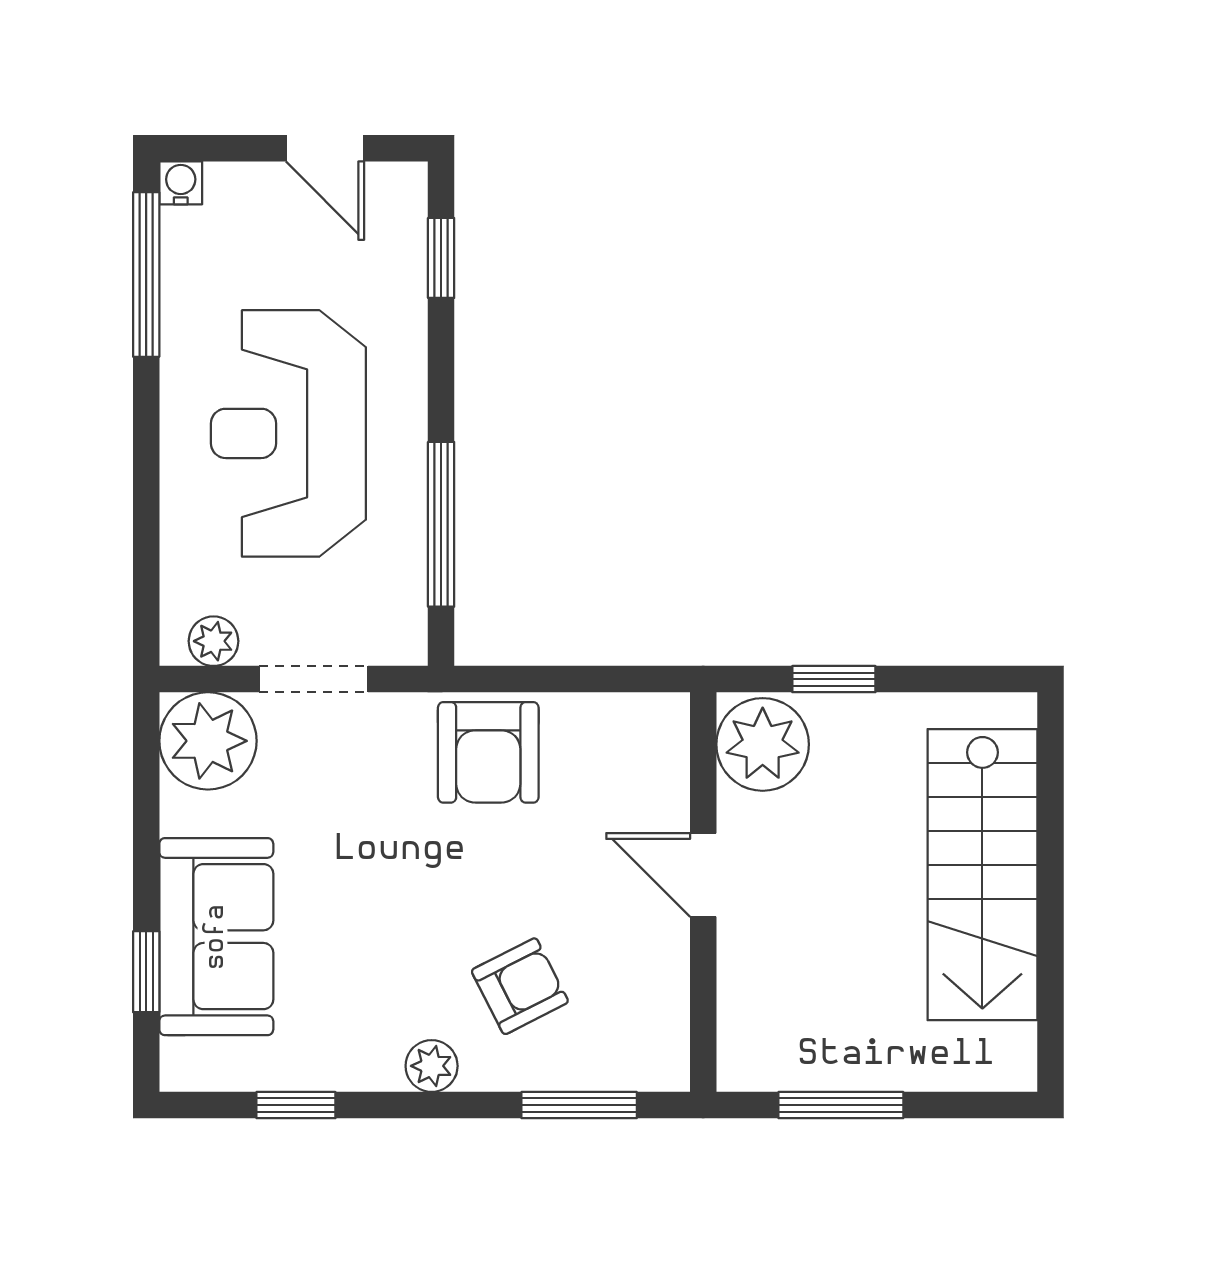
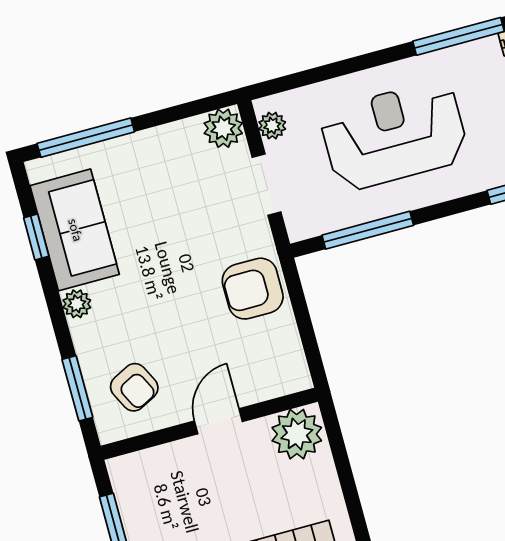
window: (834, 679) -> (342, 463), removed
plant: (208, 741) -> (223, 128), width x0.73, depth x0.73
sofa: (216, 937) -> (75, 230), moved, turned -90
window: (146, 972) -> (86, 138), width x2.17
armchair: (520, 986) -> (134, 387), moved

